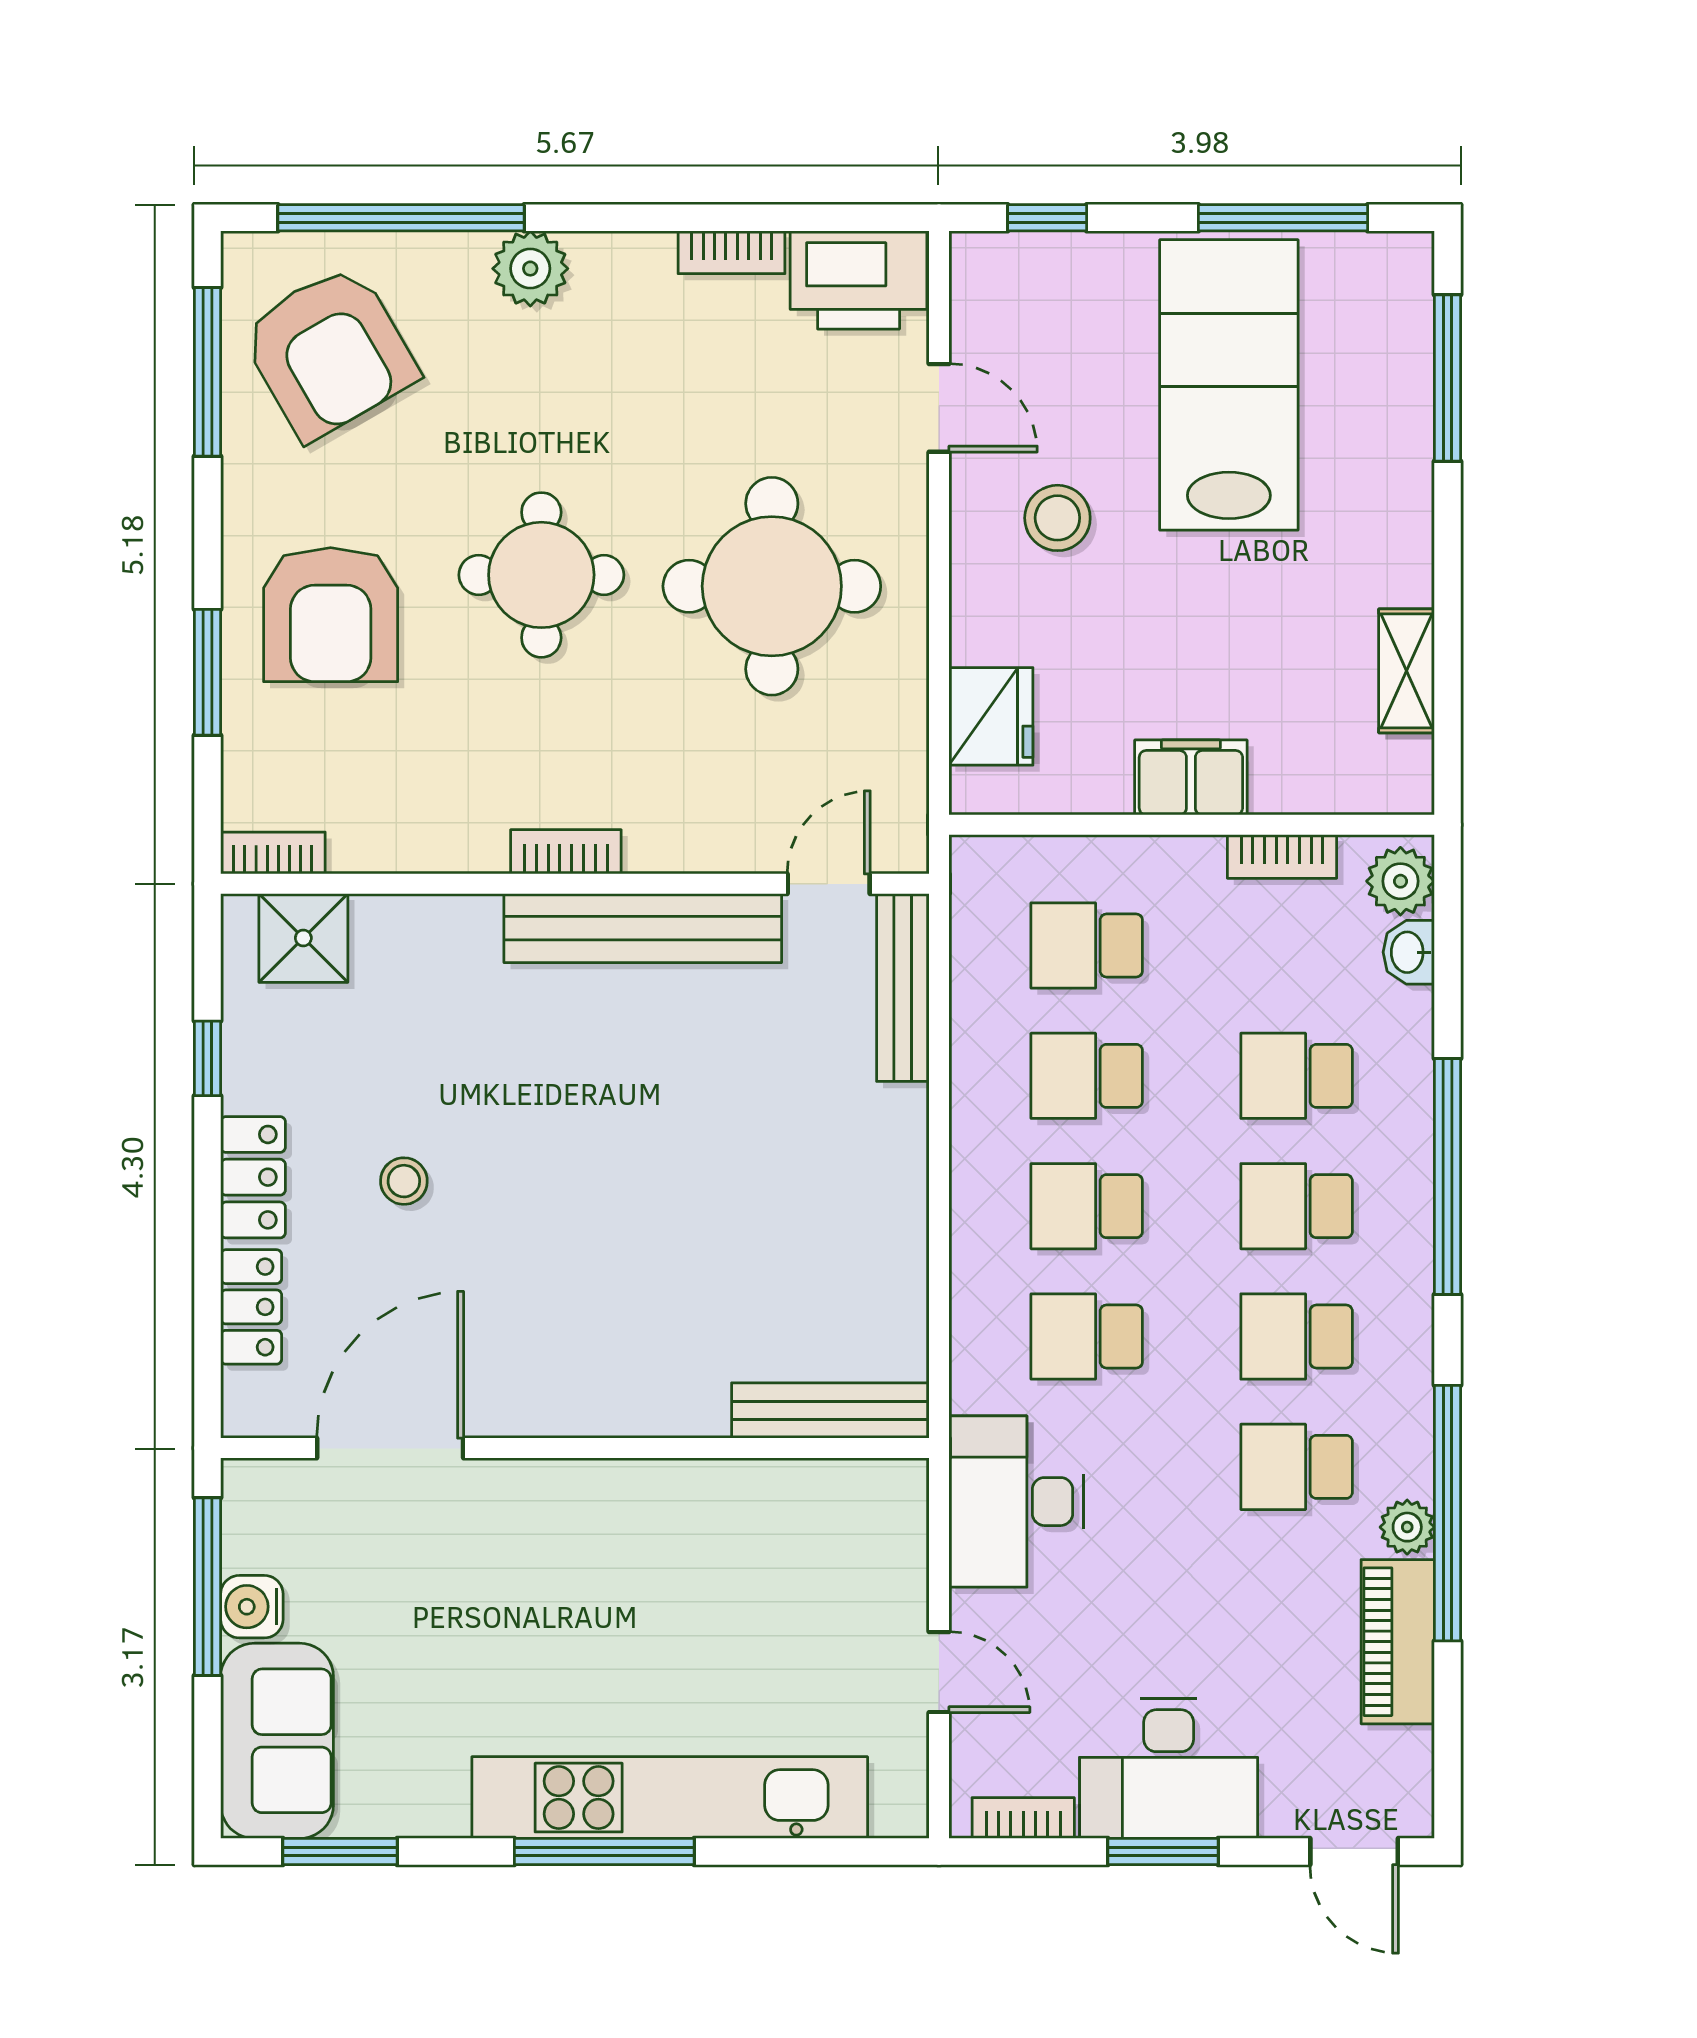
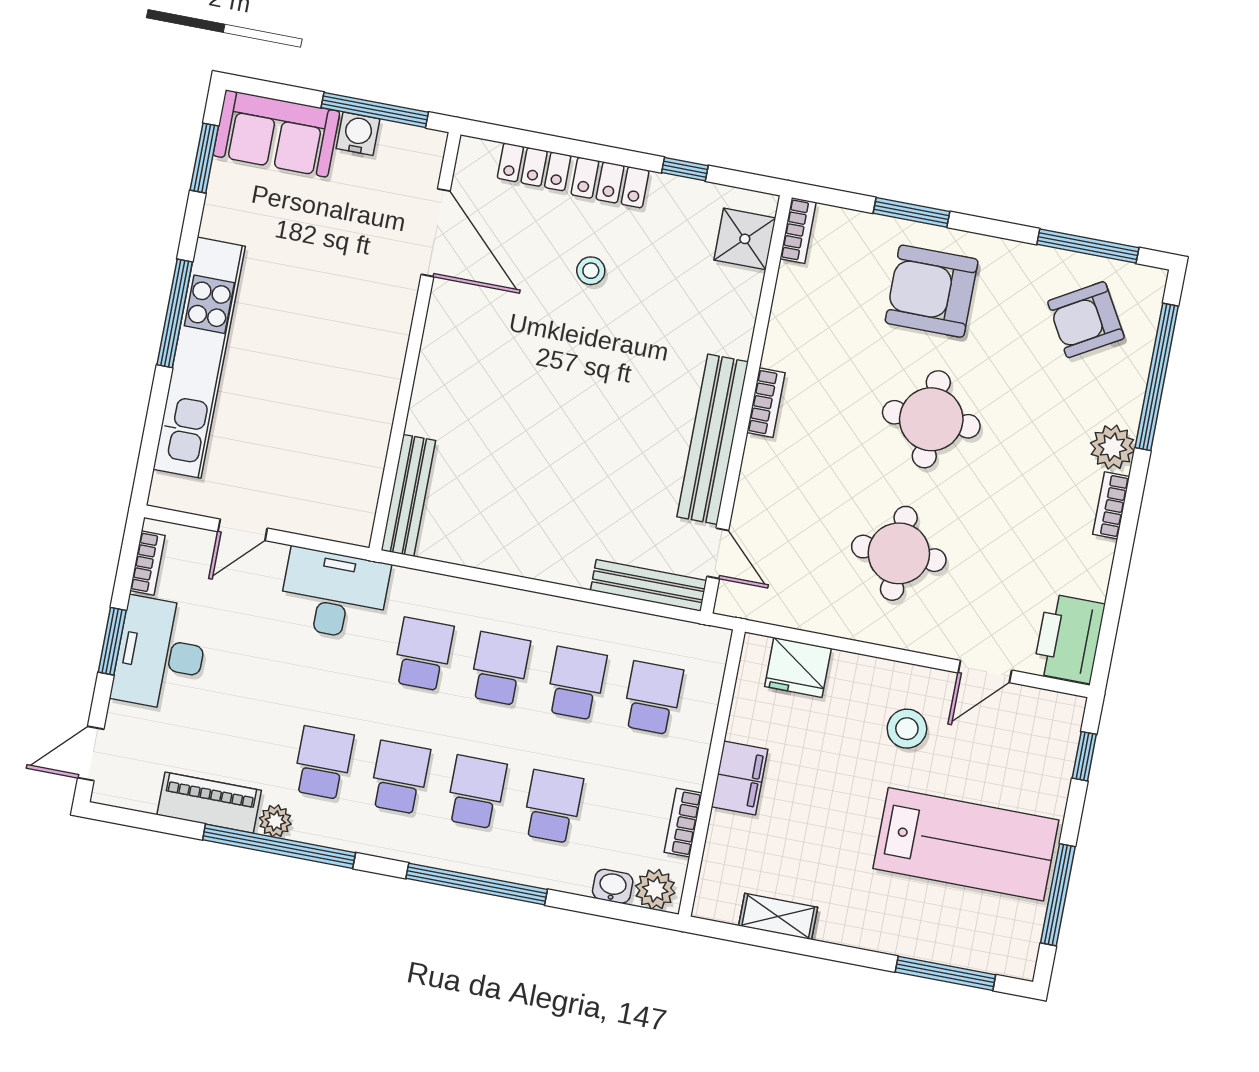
bookcase: (732, 252) -> (1111, 505), moved
armchair: (329, 352) -> (1086, 320), width x0.73, depth x0.73
round table: (772, 586) -> (899, 553), width x0.73, depth x0.73

